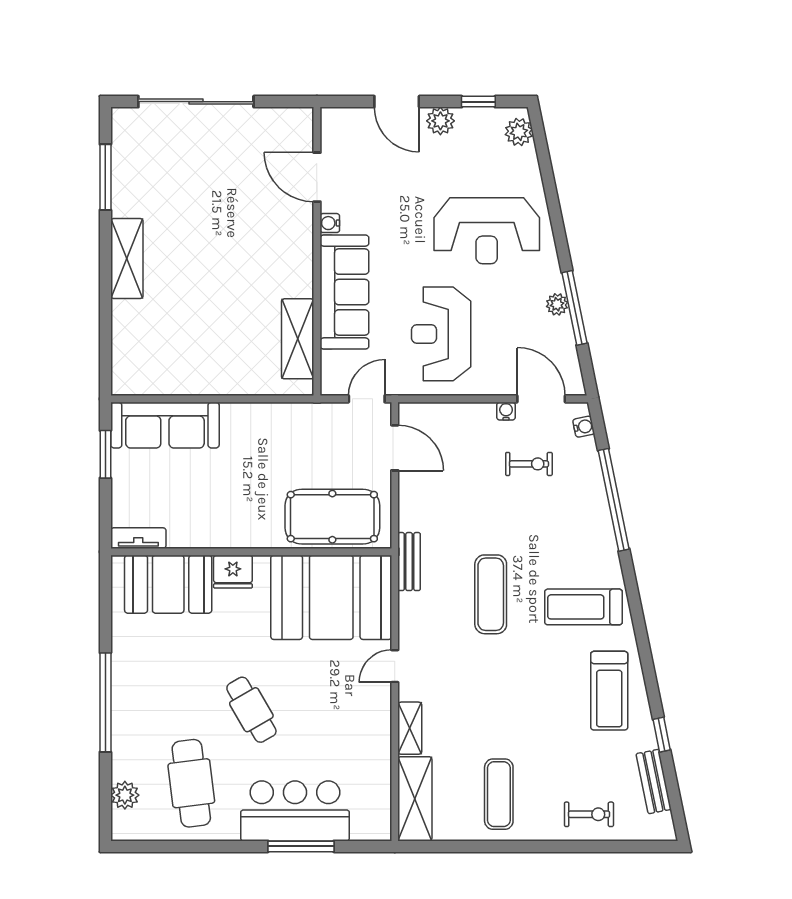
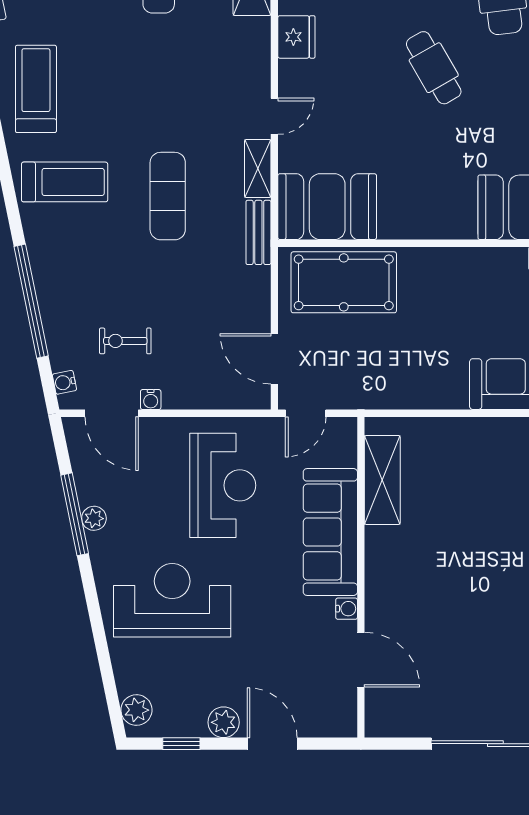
fridge: (233, 572) -> (296, 37), moved, turned 90
booth: (331, 597) -> (327, 207), width x0.73, depth x0.70
shelving: (410, 728) -> (258, 169), moved

